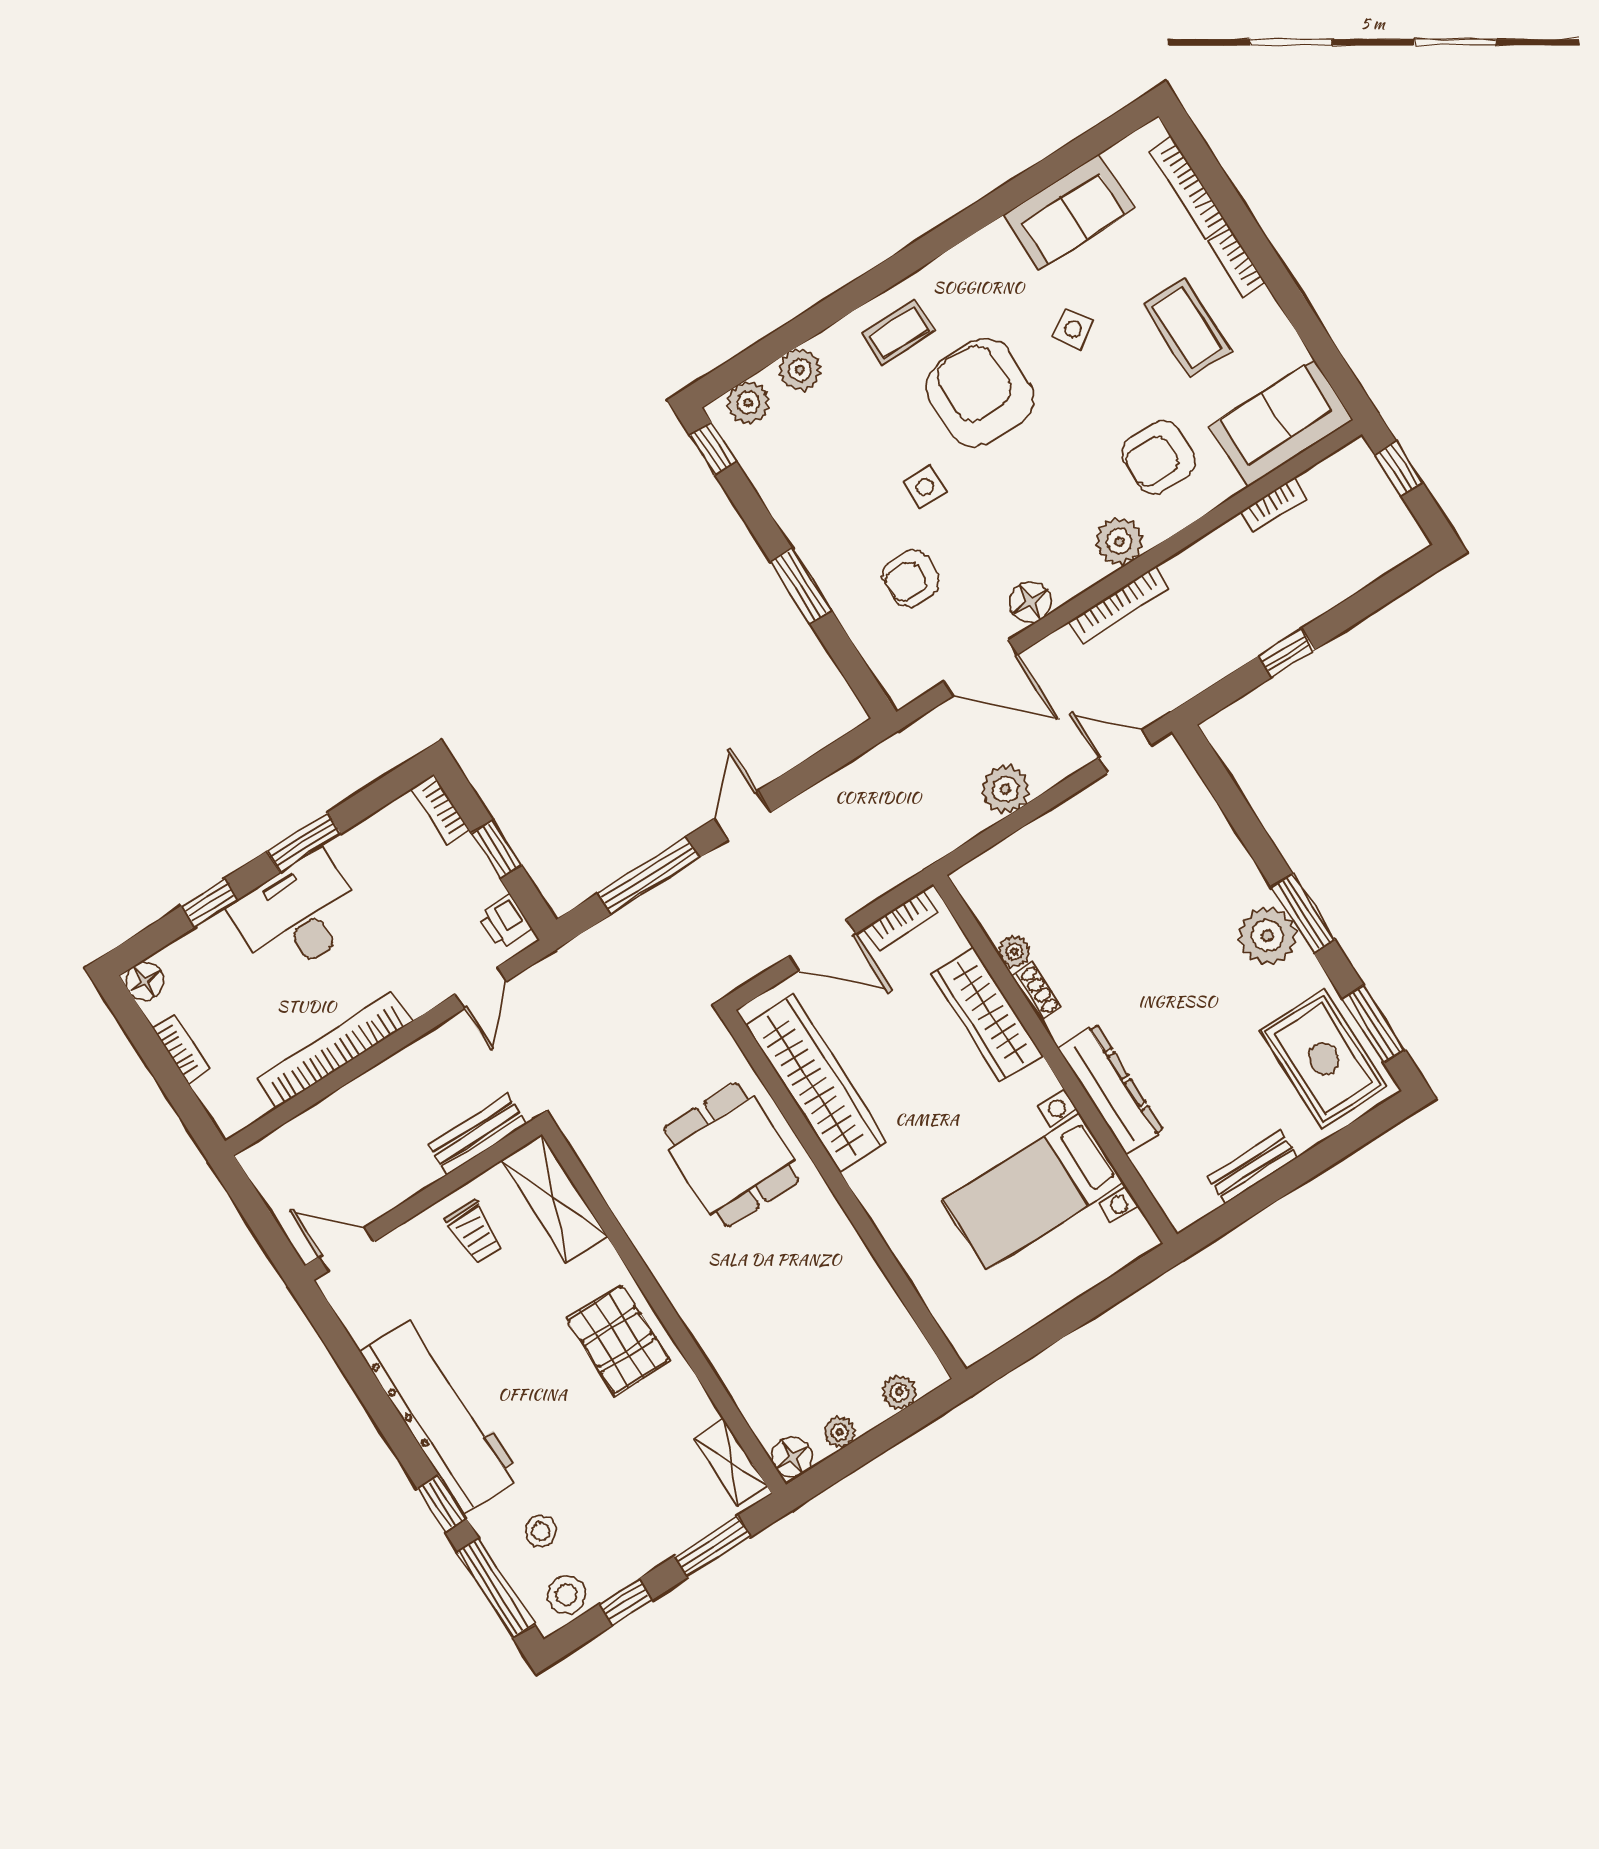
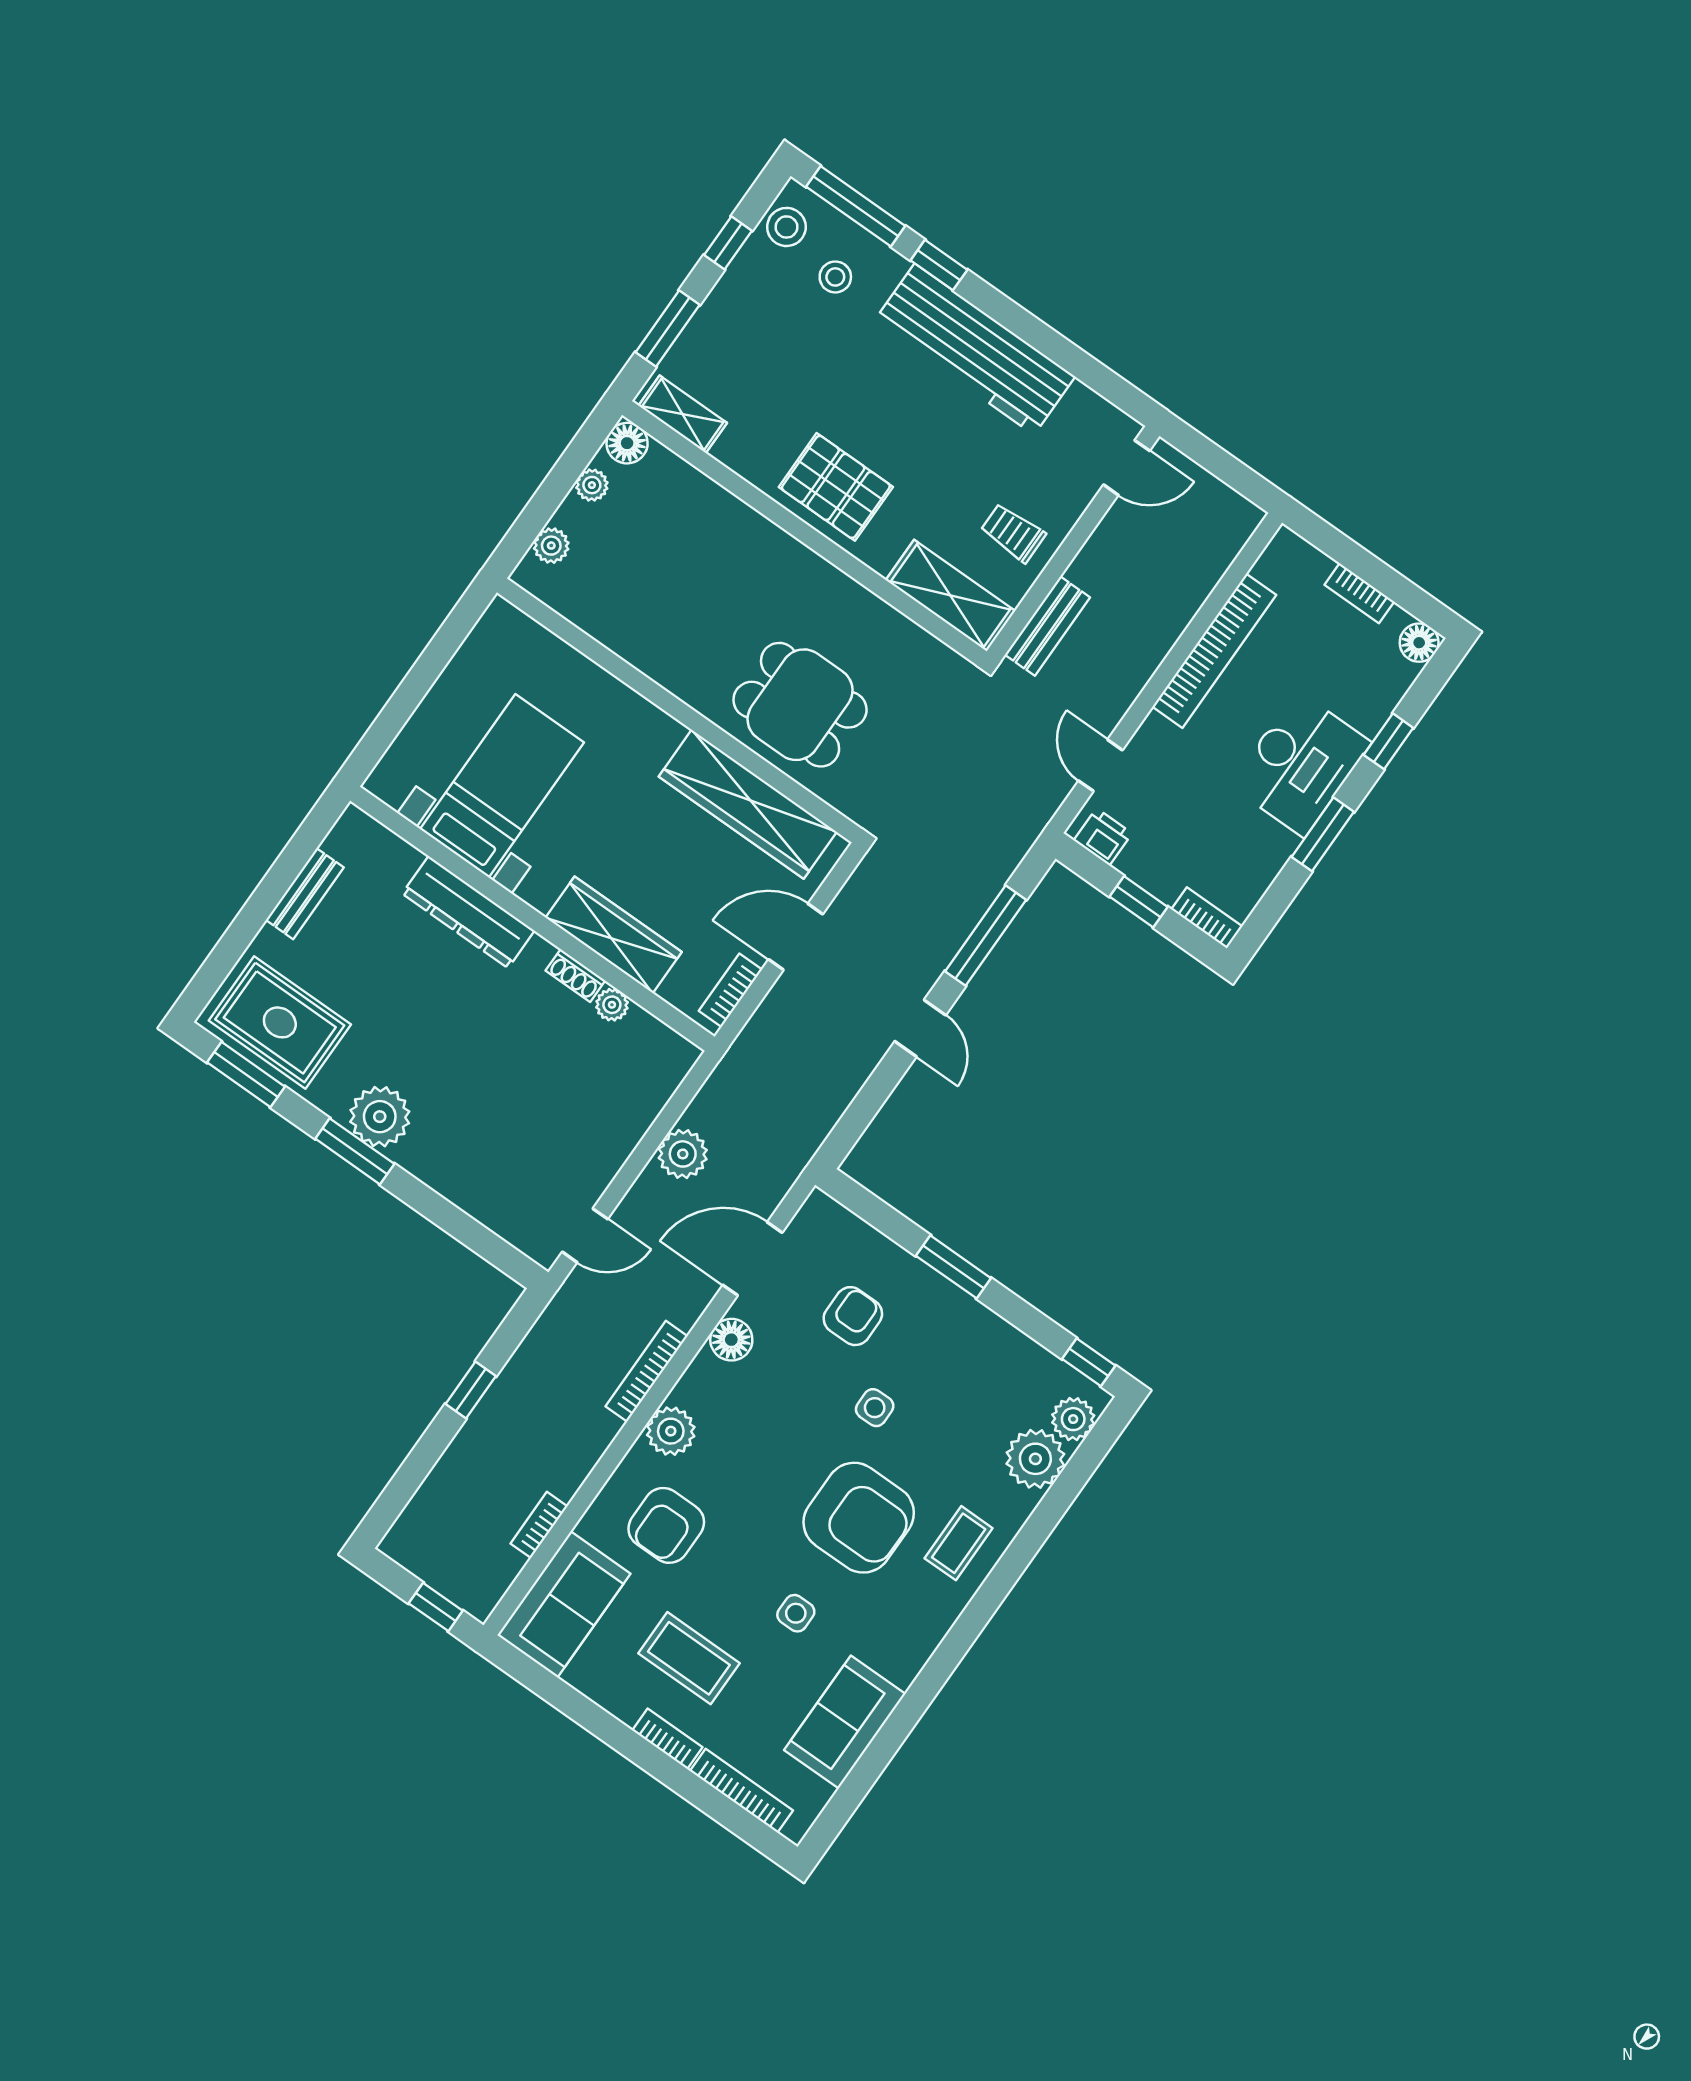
side table: (1073, 329) -> (796, 1613), turned 32
plant: (800, 370) -> (1035, 1459), width x1.36, depth x1.36
armchair: (1159, 457) -> (666, 1525), turned 180

